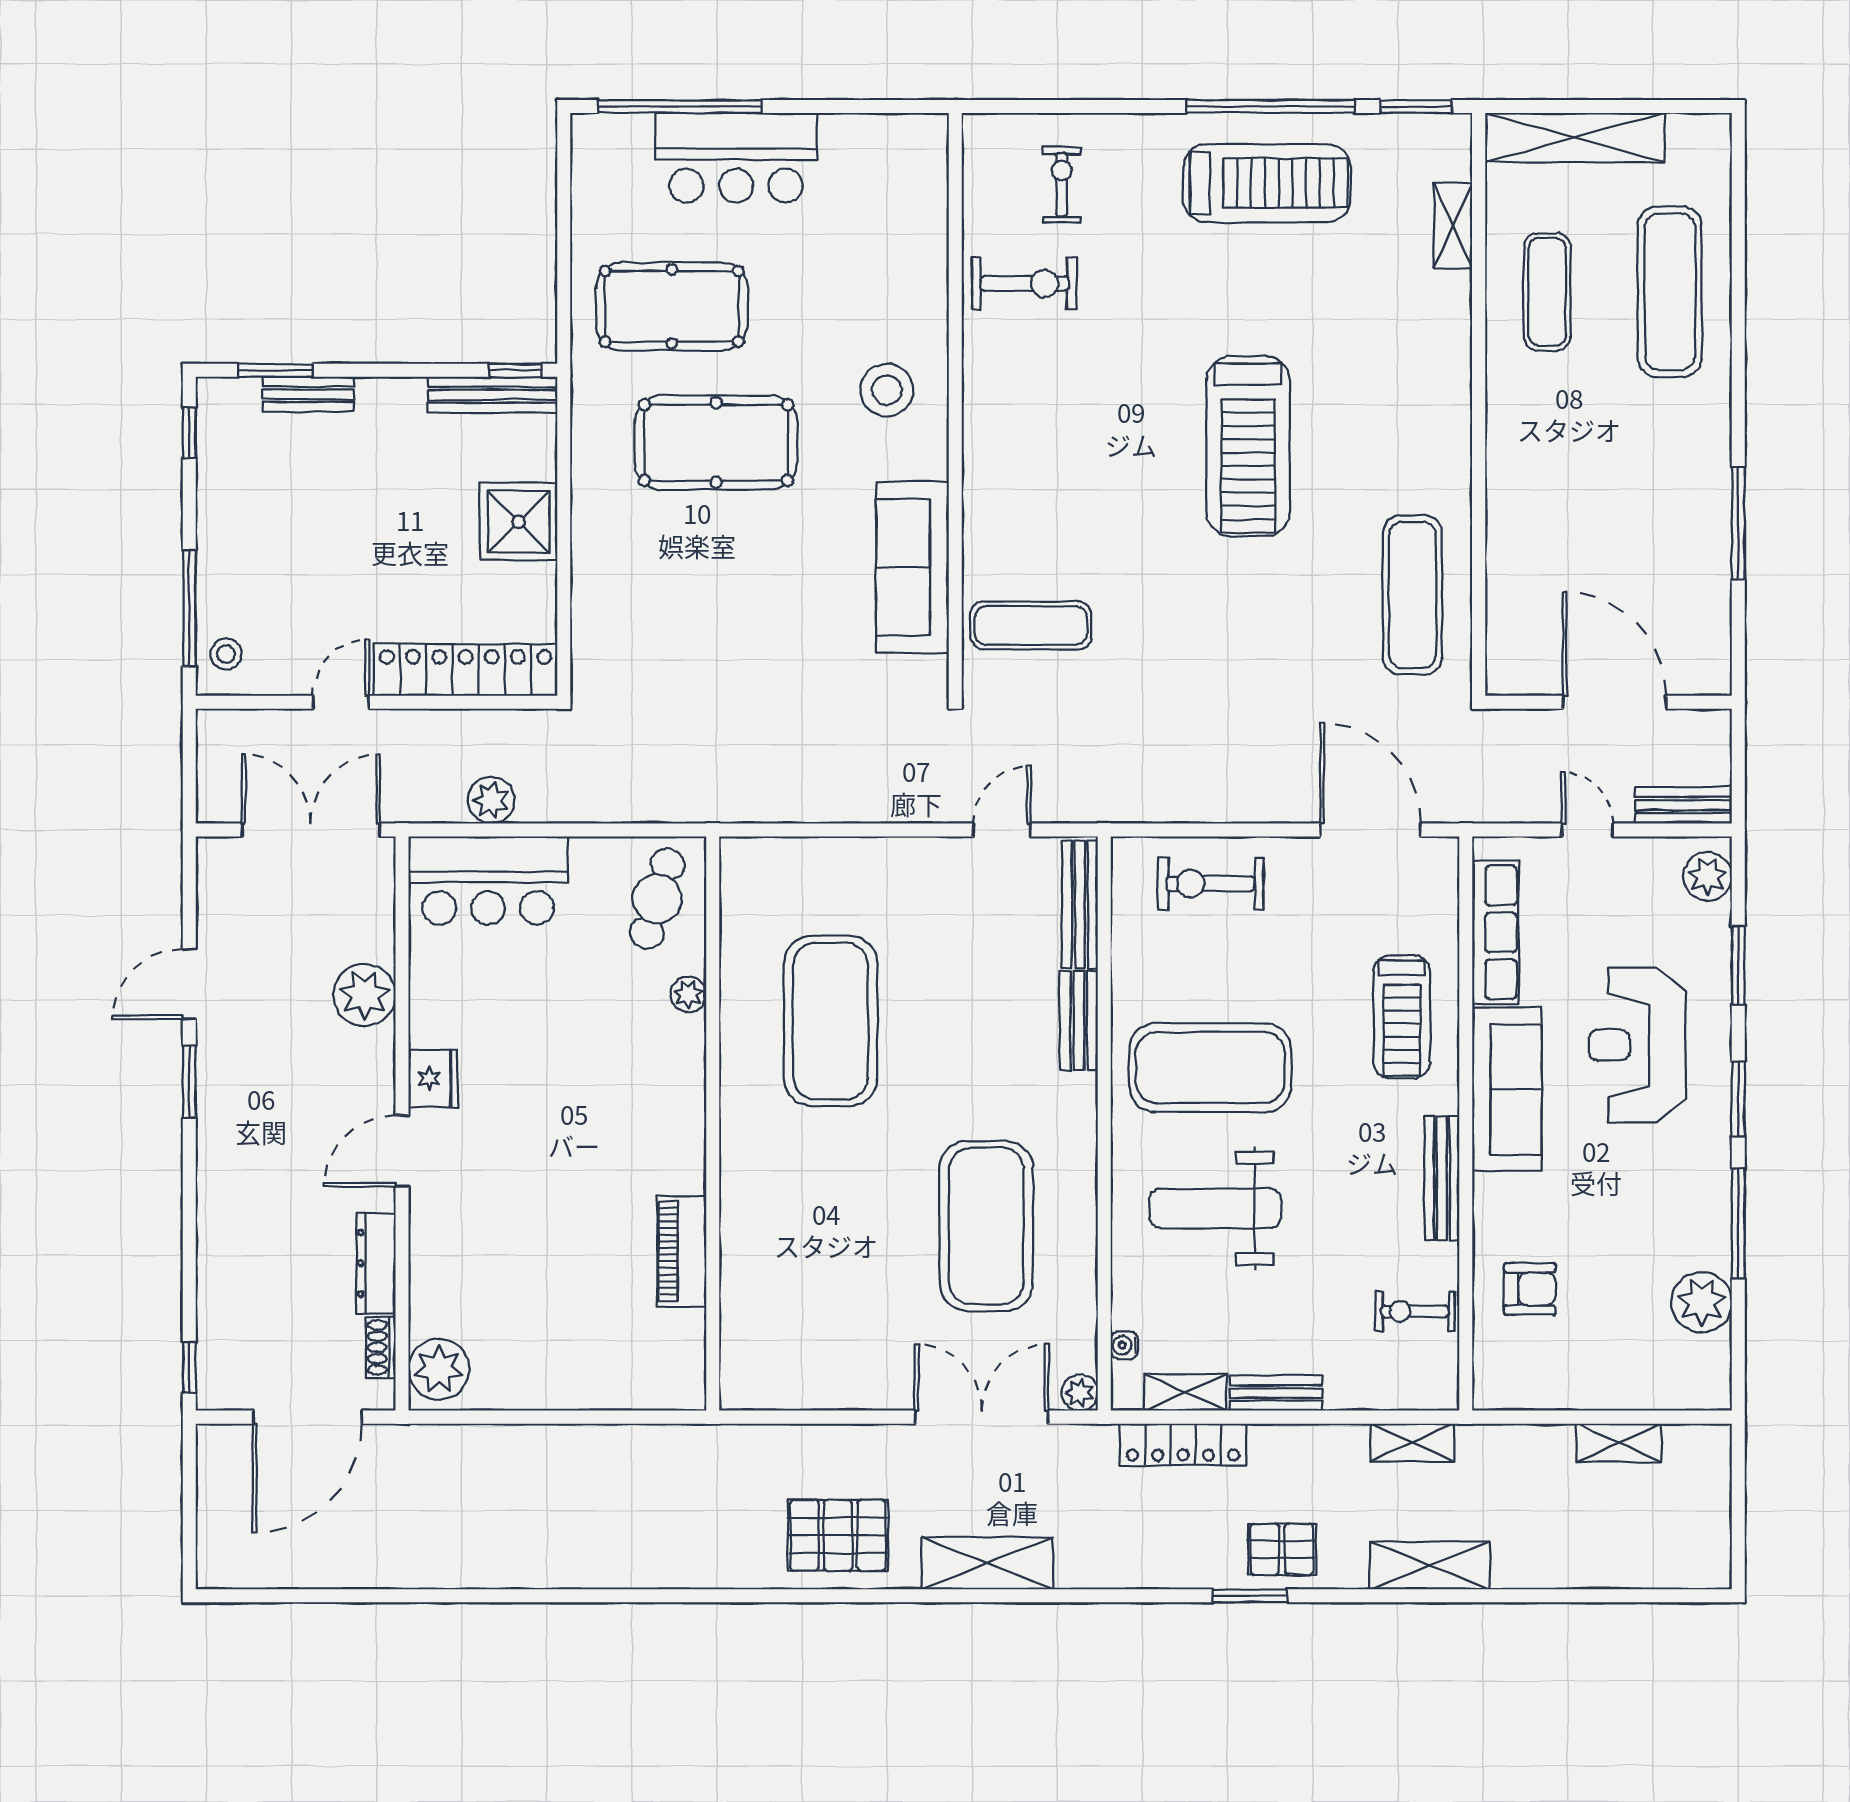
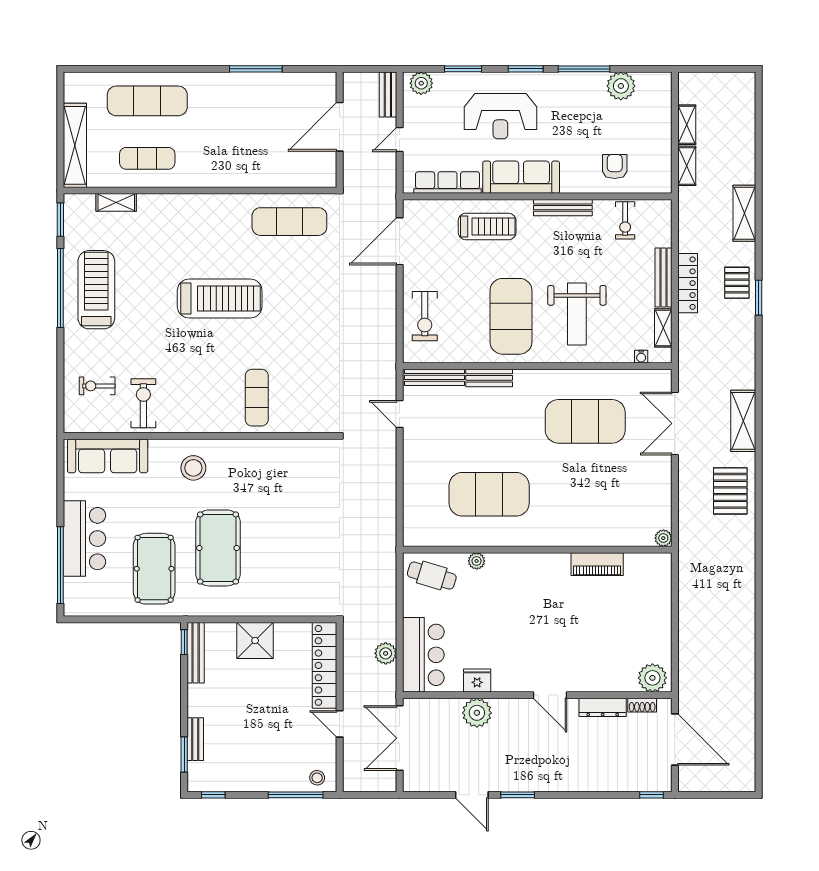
sofa: (913, 567) -> (108, 456), moved
exercise mat: (1031, 625) -> (257, 398), moved
fridge: (433, 1078) -> (477, 681), moved
plant: (1080, 1393) -> (663, 538), moved
bench: (1276, 1393) -> (664, 277), width x1.36
shelving: (1412, 1442) -> (687, 166), moved
locker: (1183, 1444) -> (688, 283), moved

